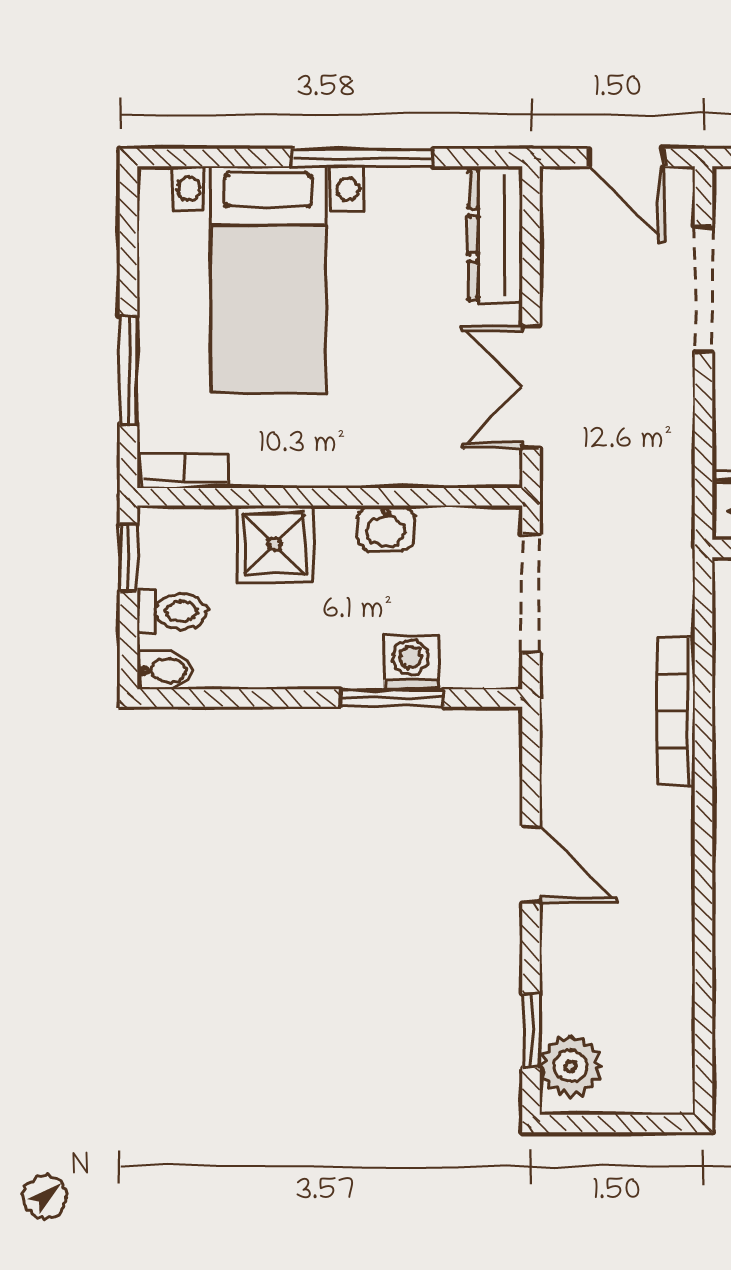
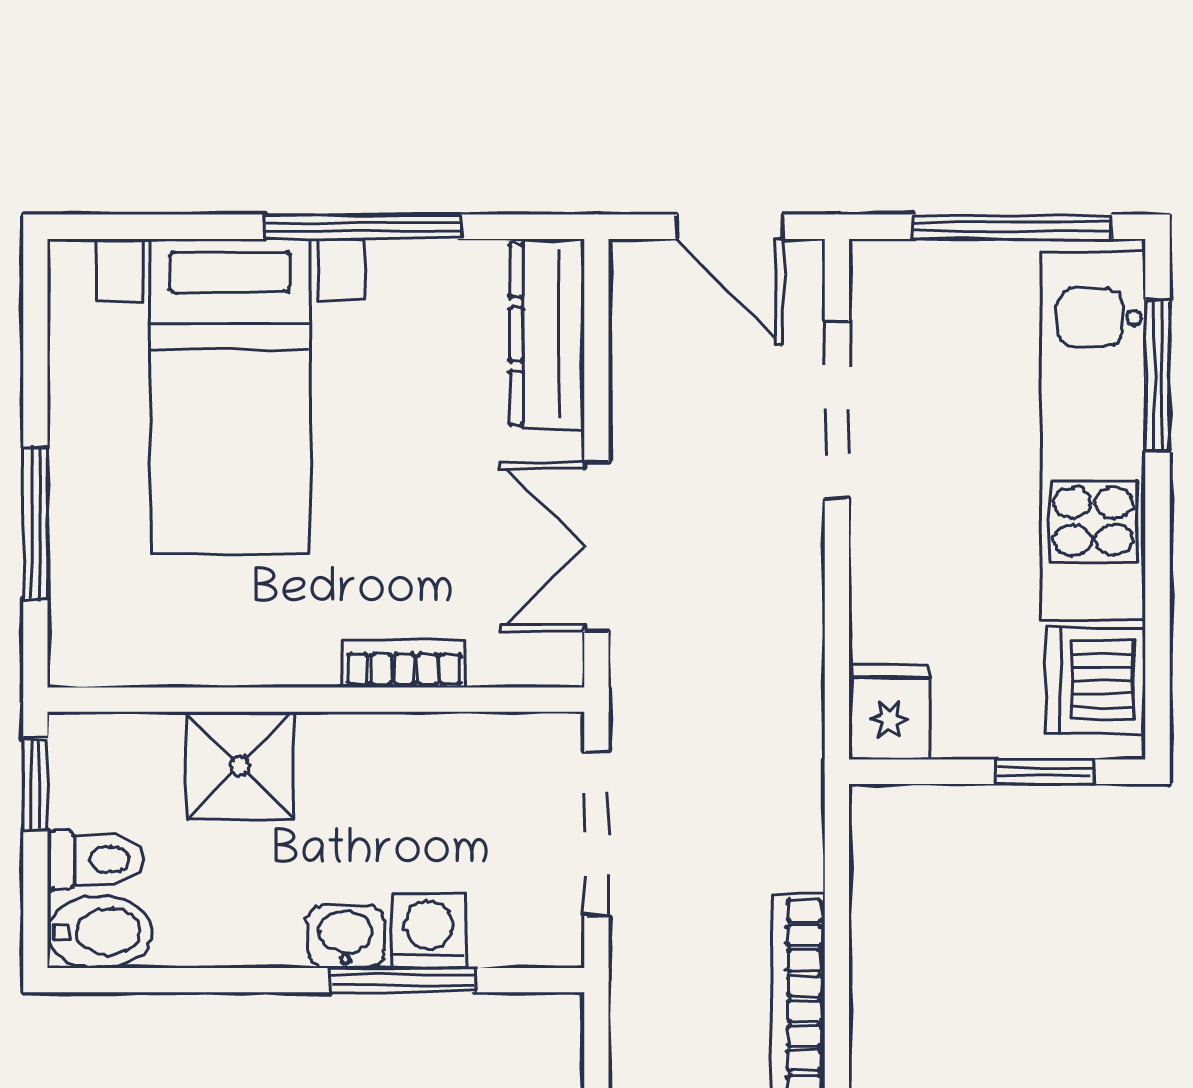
bookcase: (185, 471) -> (405, 663), moved
washbasin: (386, 528) -> (345, 936), moved, turned 180
bidet: (165, 671) -> (100, 932), width x1.38, depth x1.36

